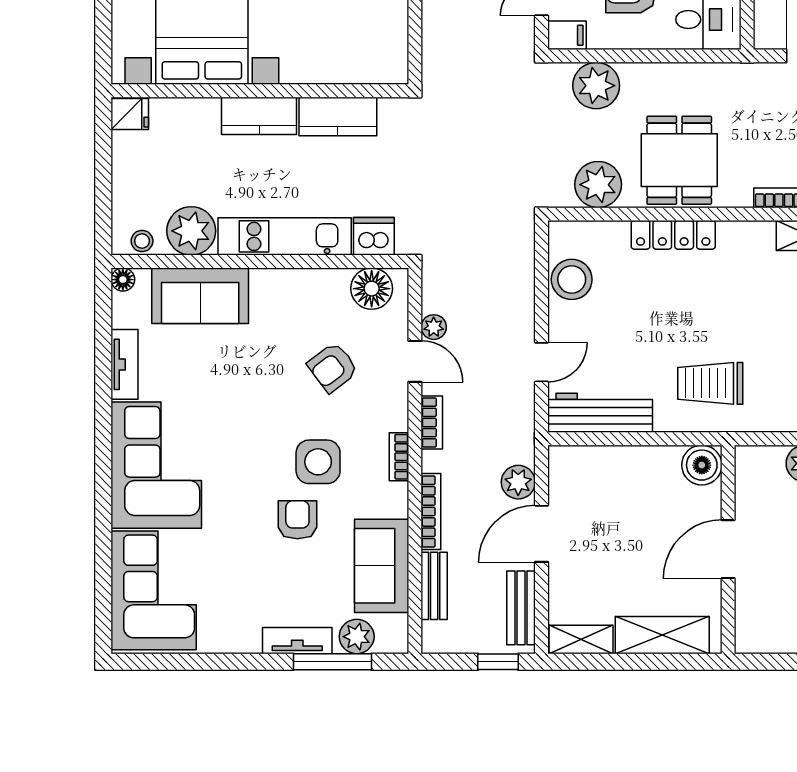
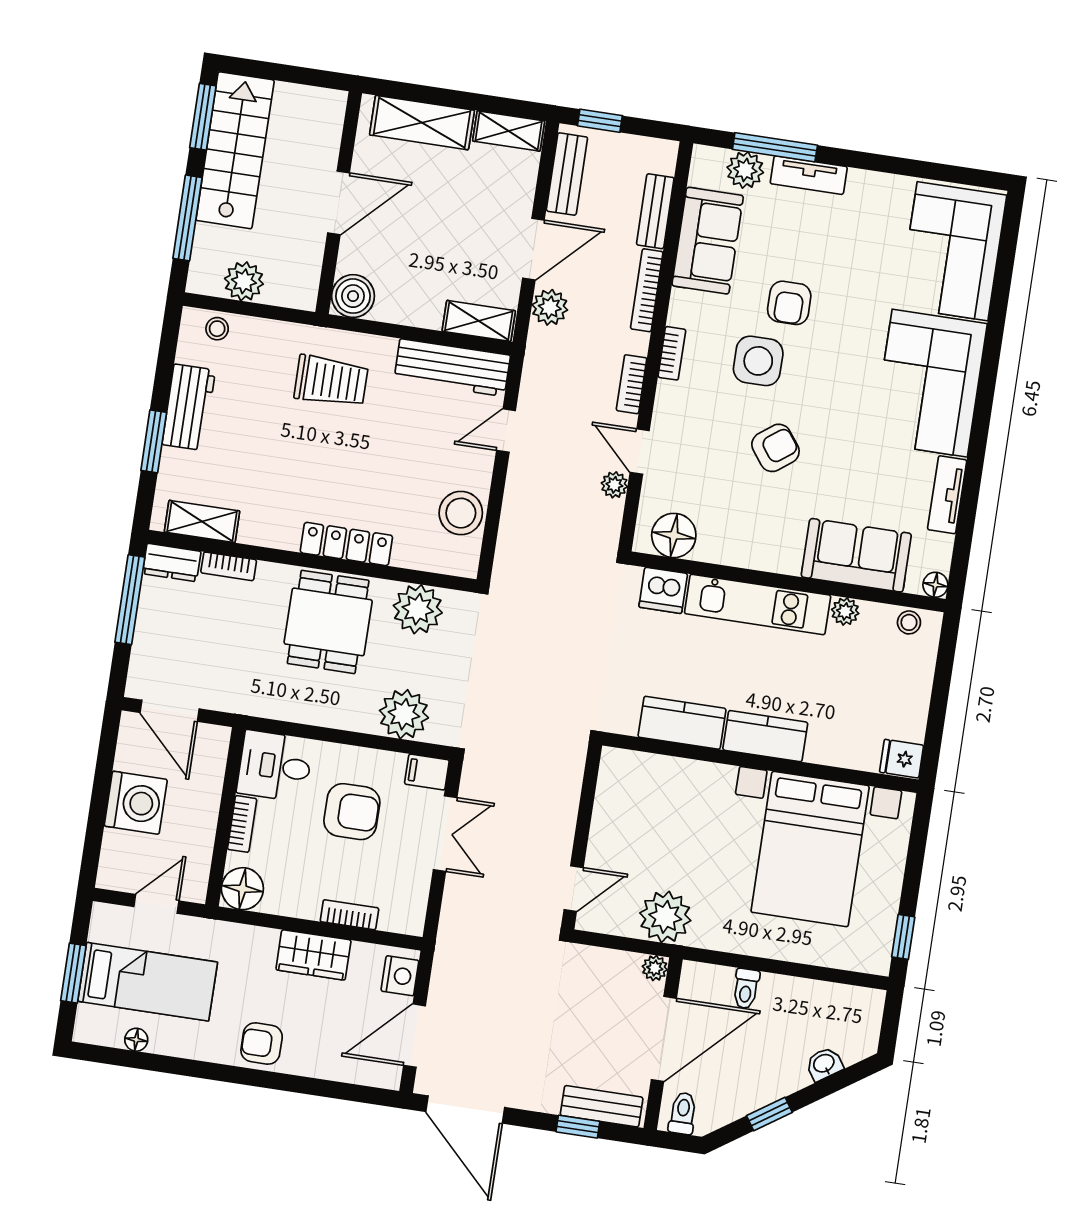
plant: (191, 231) -> (845, 611), width x0.53, depth x0.53
armchair: (333, 367) -> (775, 448), moved
shelving: (582, 460) -> (479, 321), added

